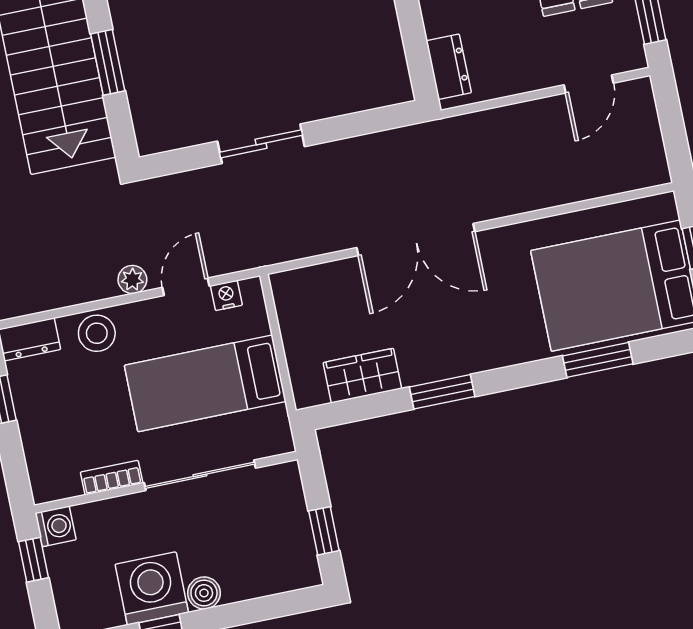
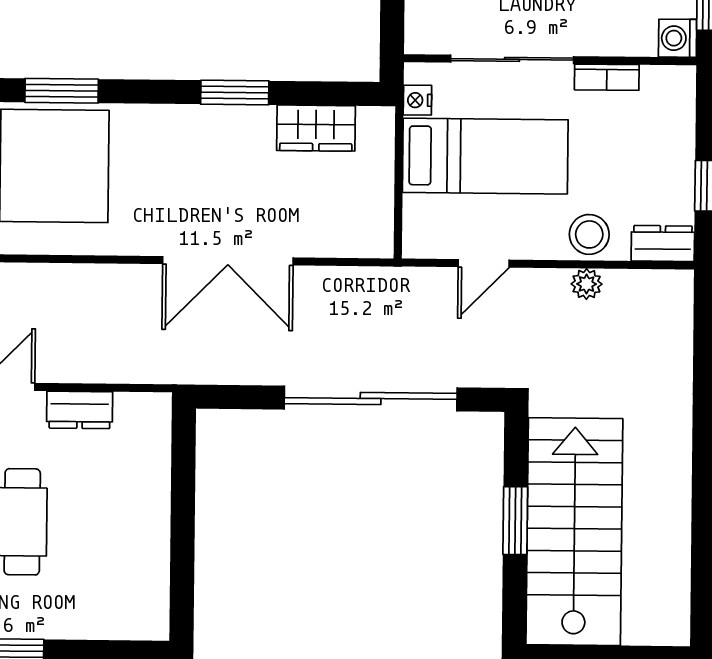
dresser: (449, 67) -> (80, 410), moved, turned -90
sliding door: (261, 144) -> (371, 398), width x1.86
double door: (416, 240) -> (228, 261), swing flipped
plant: (132, 280) -> (587, 284), moved
nightstand: (226, 295) -> (417, 100), moved, turned 90

